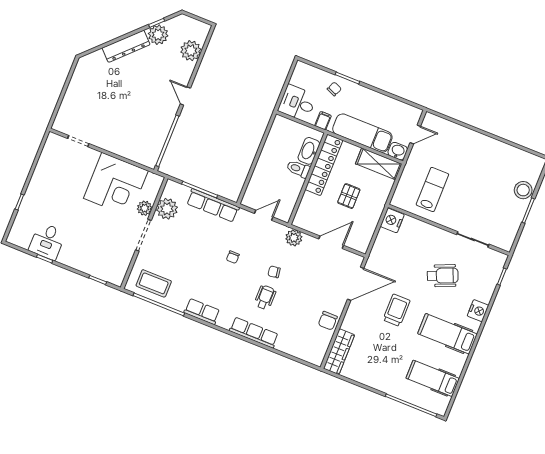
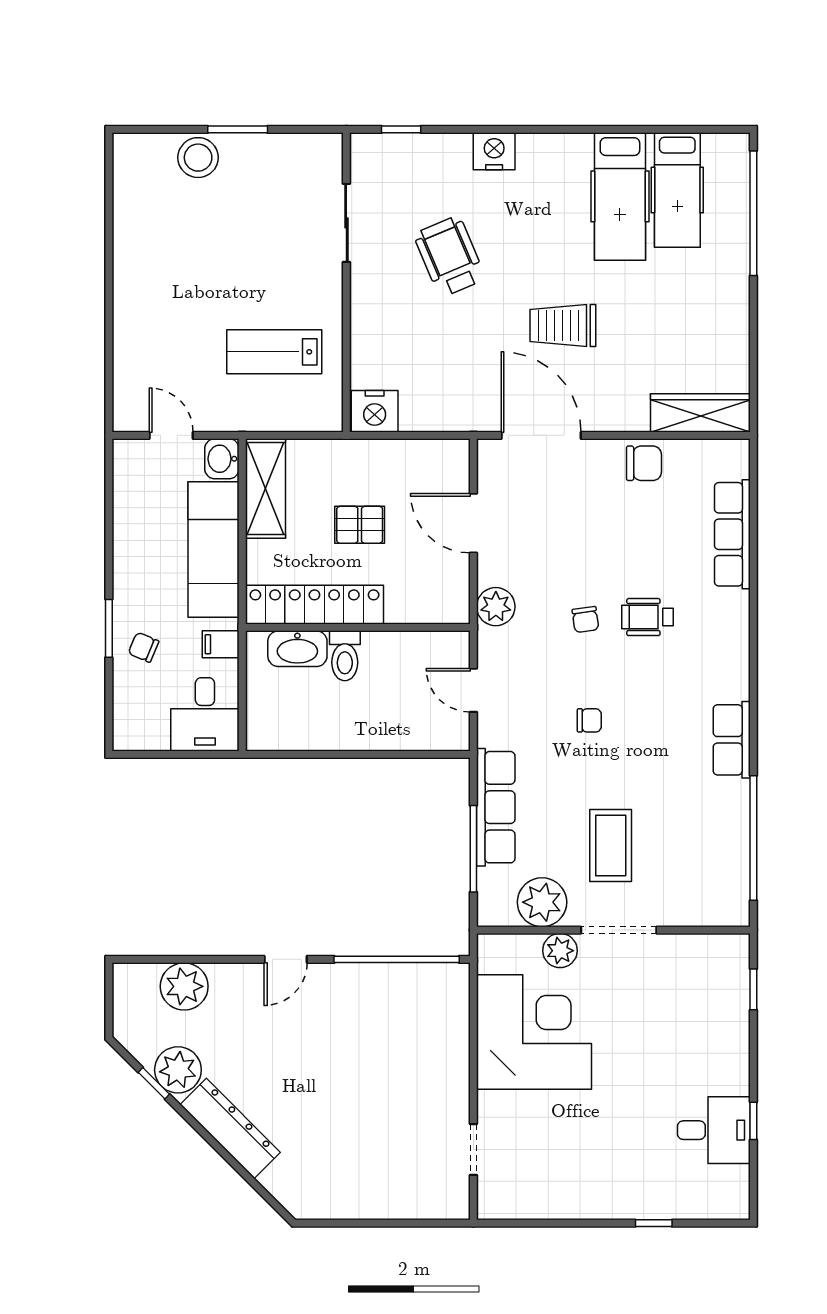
coffee table: (154, 283) -> (611, 846), moved
row of seats: (254, 333) -> (732, 534), moved
hospital bed: (447, 334) -> (620, 196), moved

